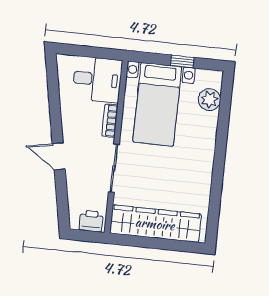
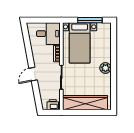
window: (182, 61) -> (90, 20), width x2.17
plant: (209, 100) -> (105, 68), moved
door: (59, 156) -> (33, 74), hinge flipped

